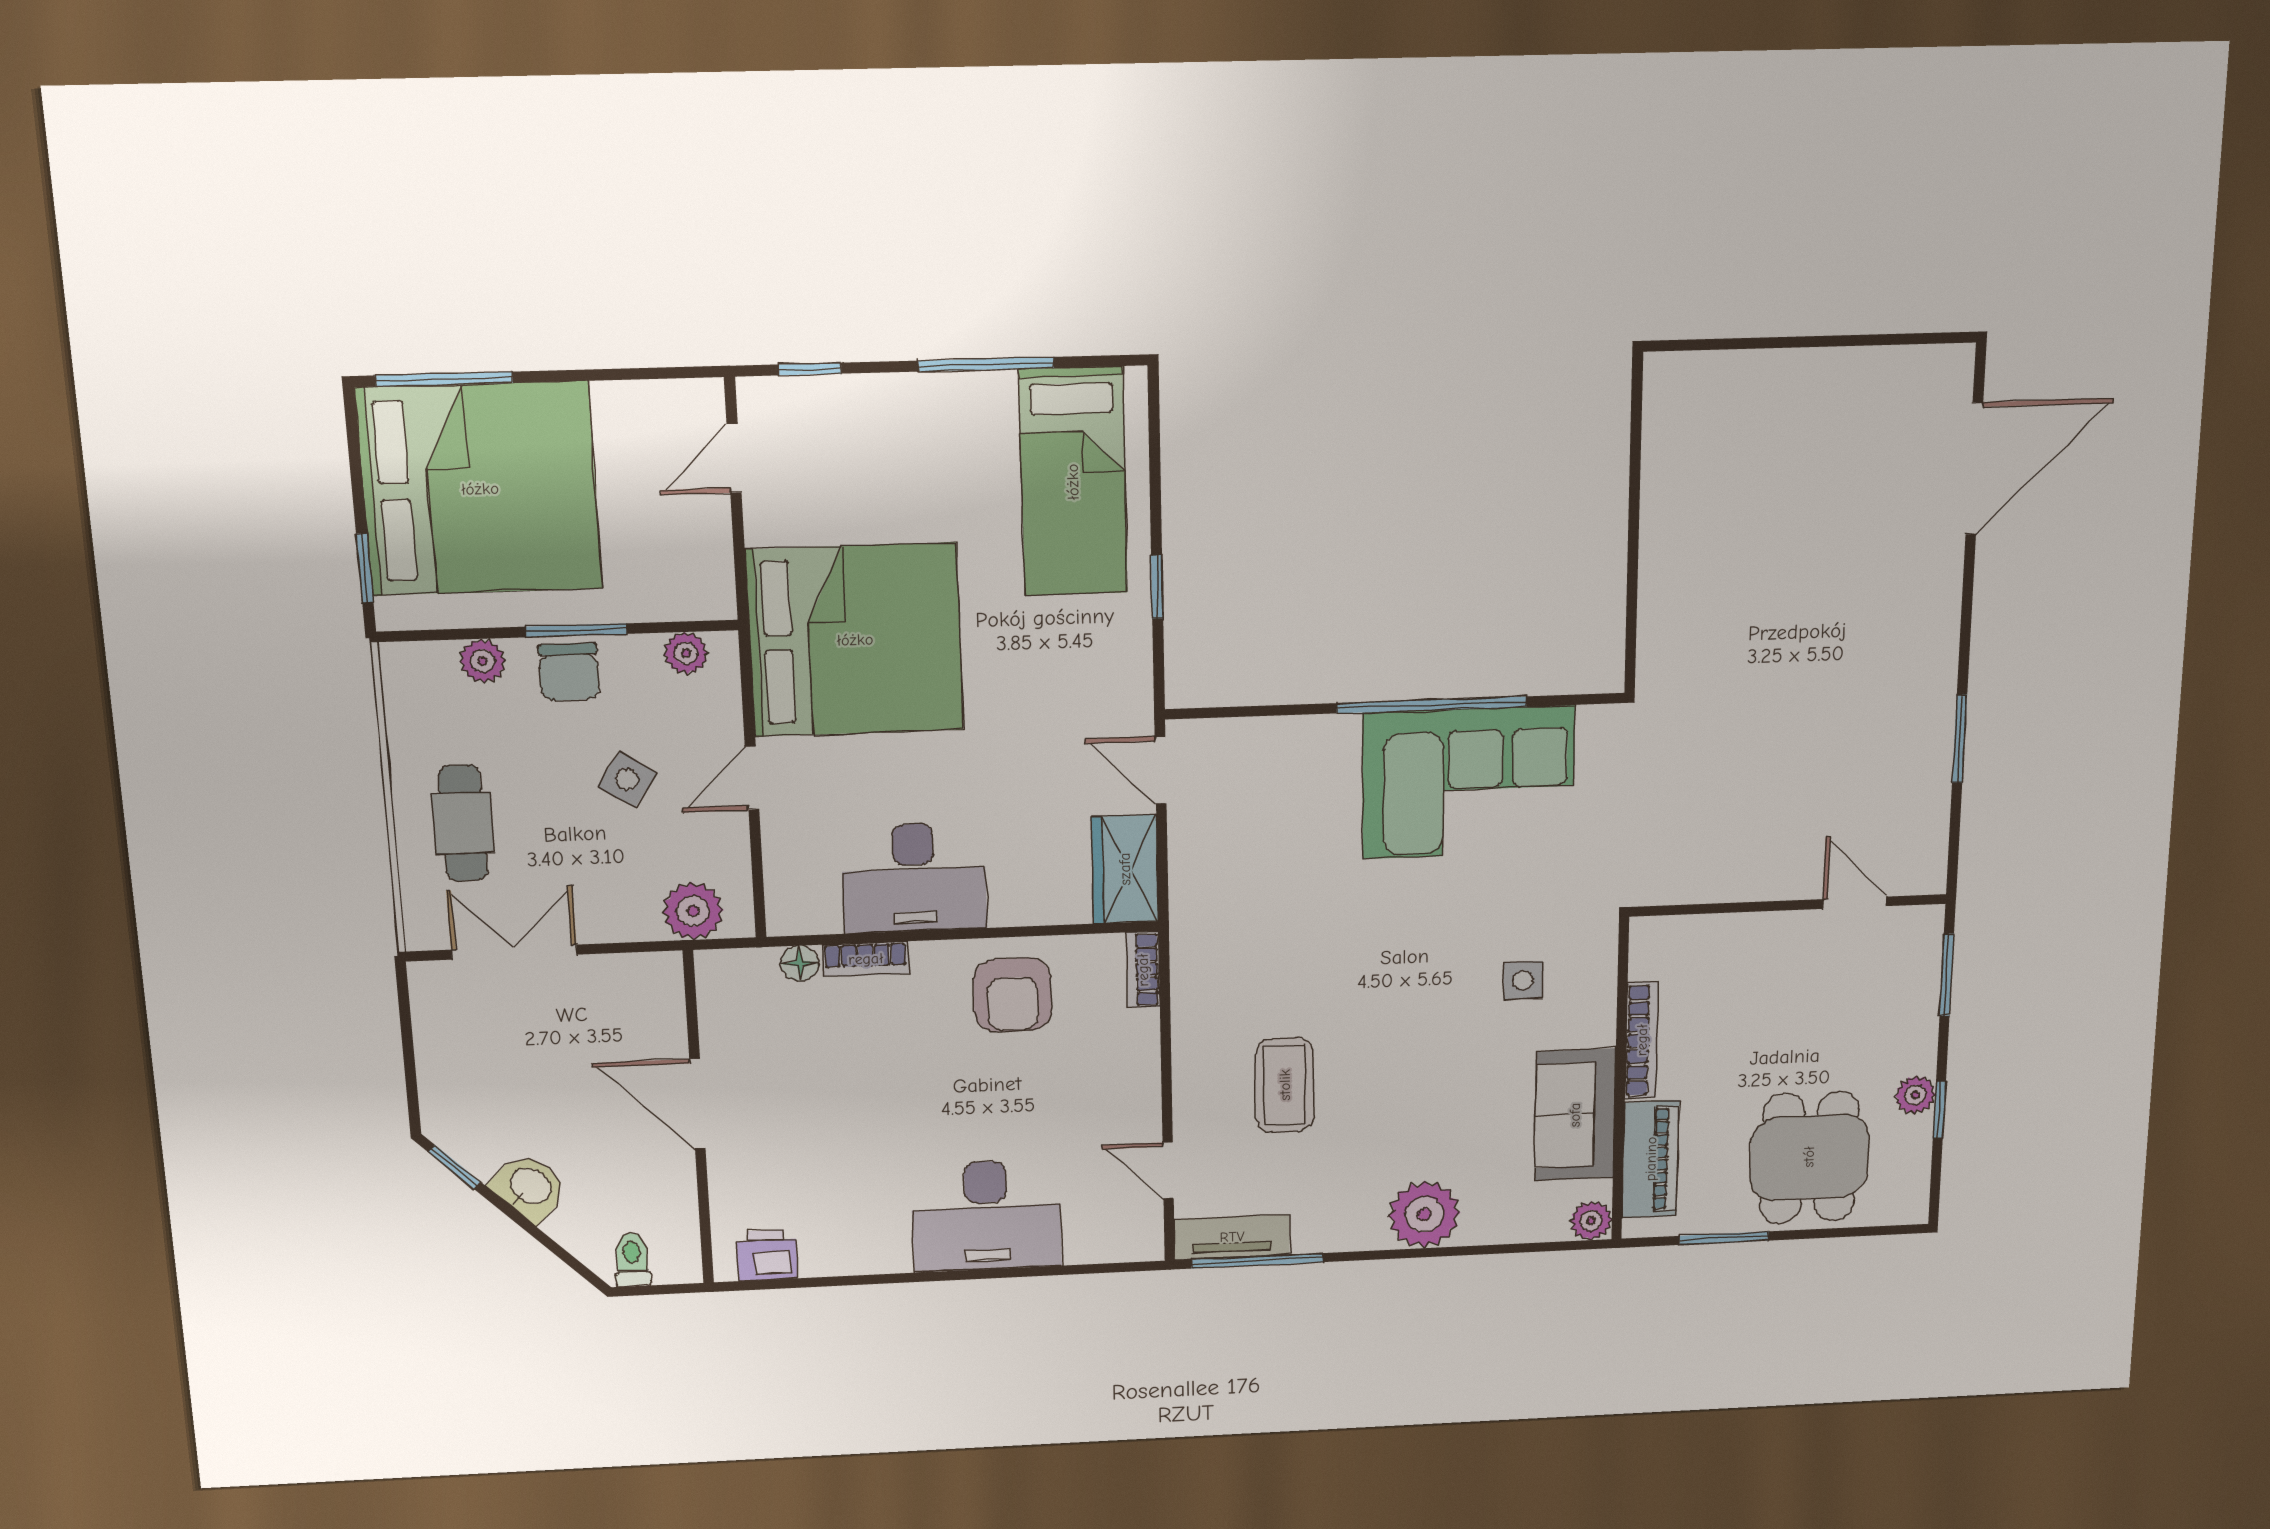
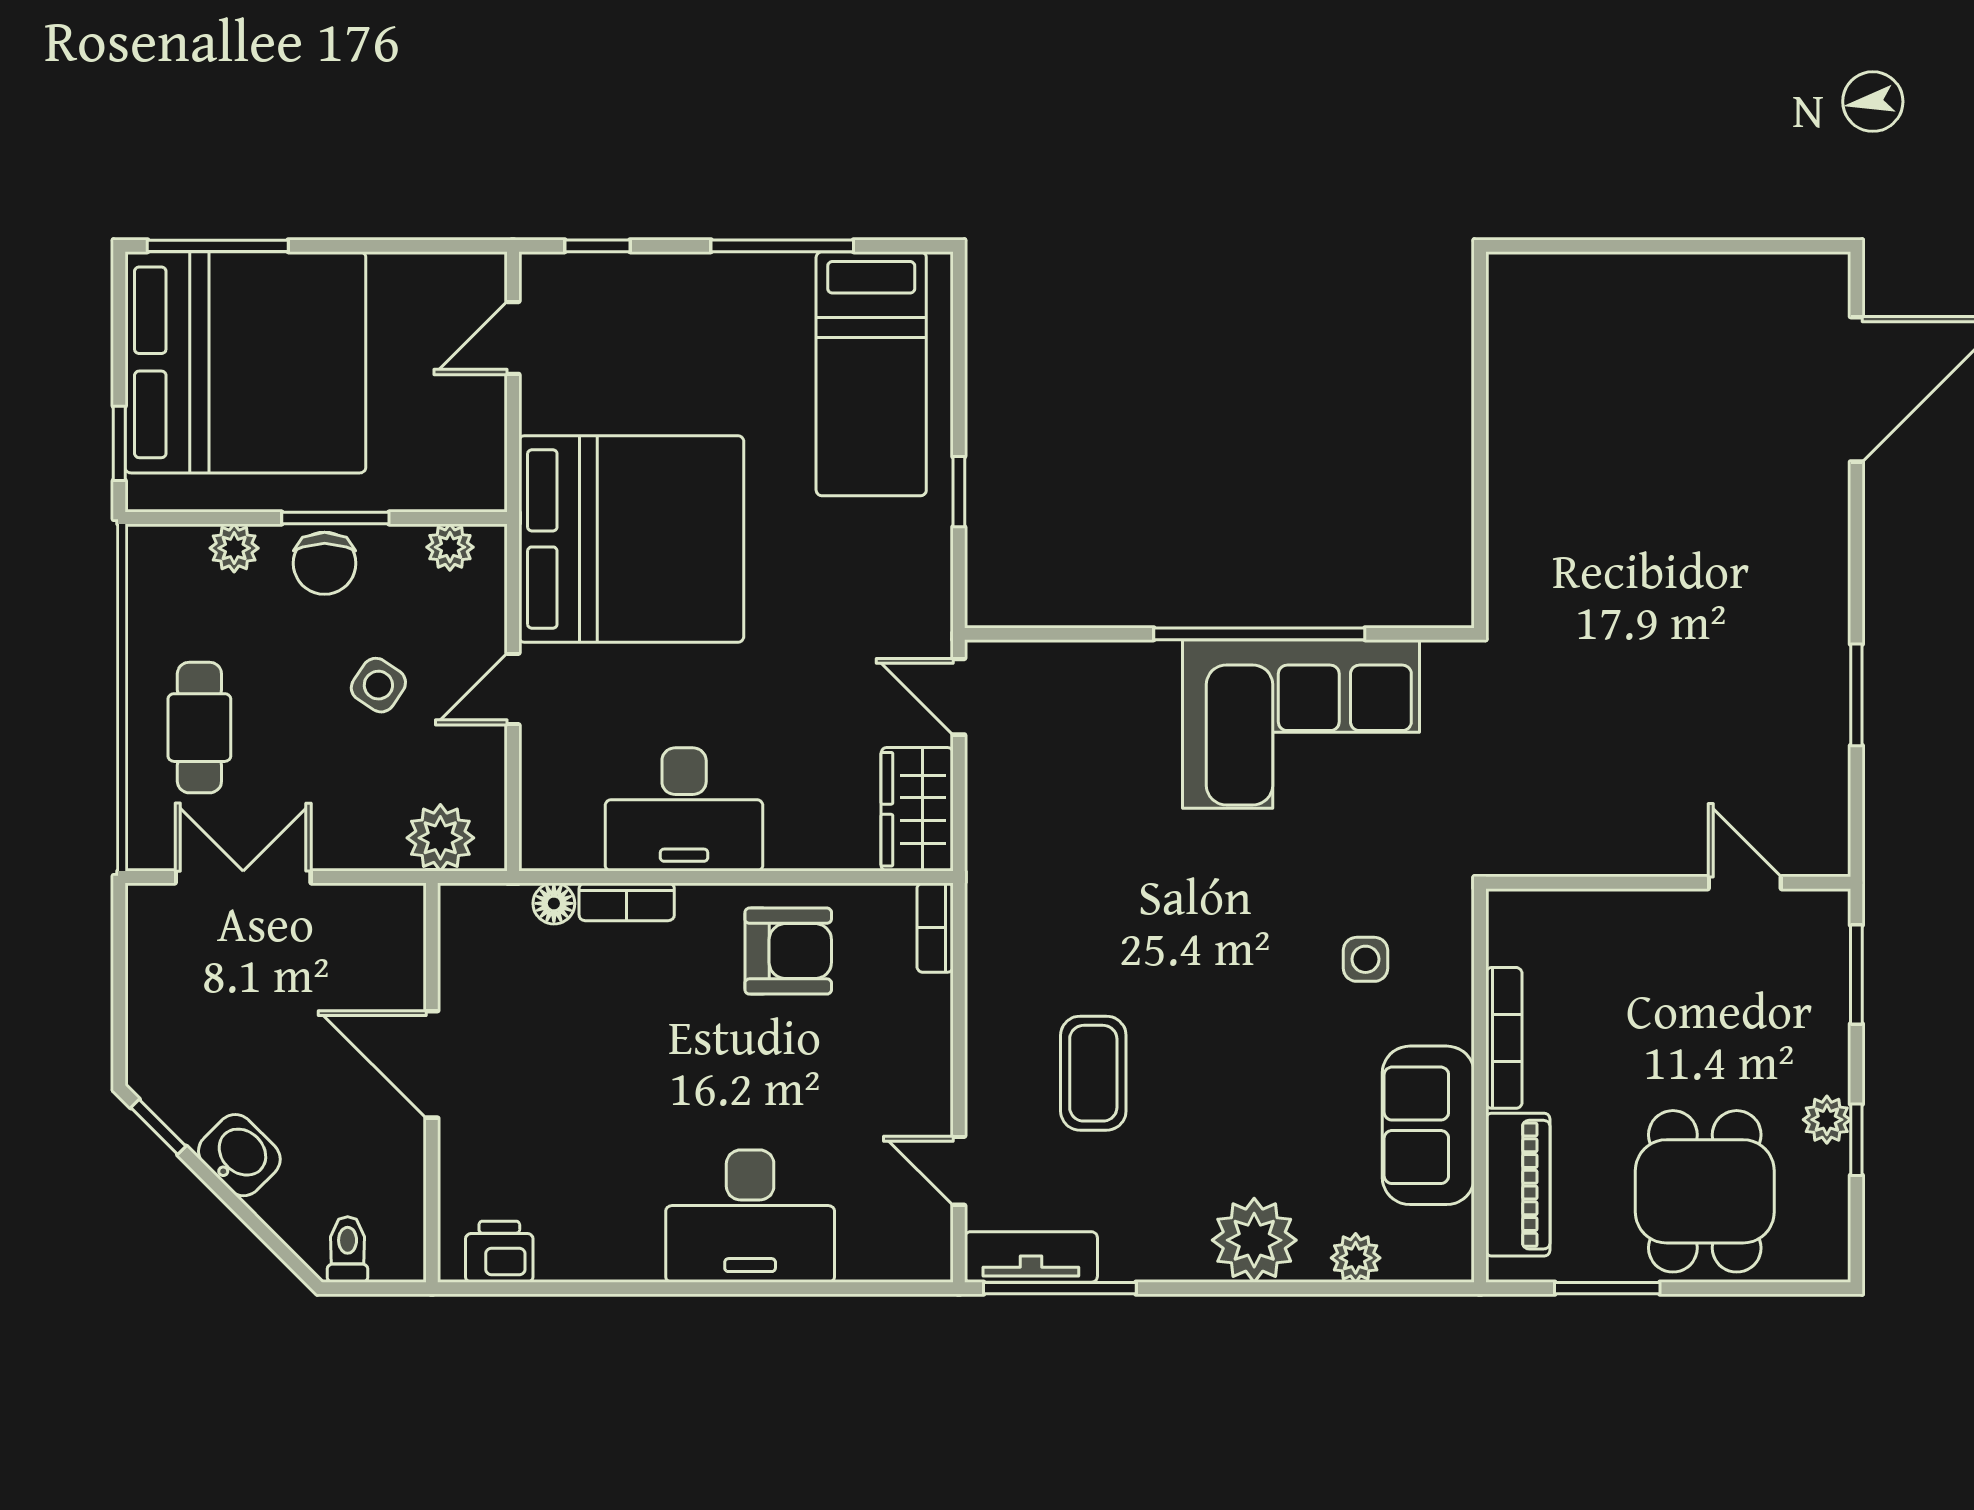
armchair: (1013, 995) -> (788, 951), turned -90
plant: (1591, 1221) -> (1356, 1258), moved

